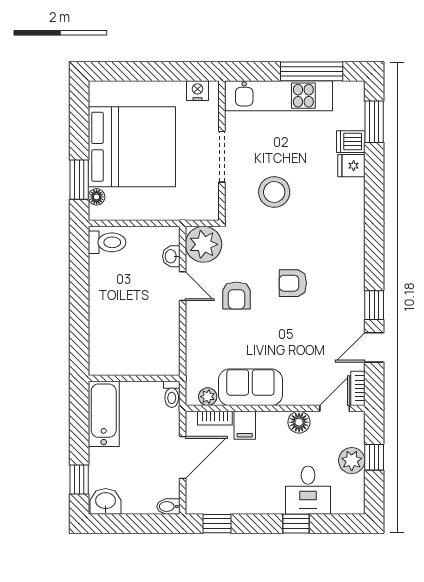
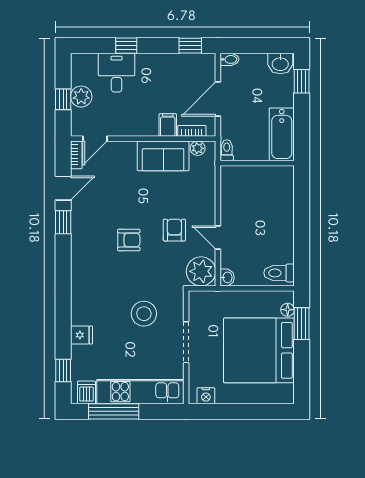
window: (374, 122) -> (63, 370), width x0.67
dishwasher: (351, 142) -> (86, 392), moved, turned -90
washbasin: (171, 256) -> (227, 277), moved
floor lamp: (299, 422) -> (124, 128), removed

